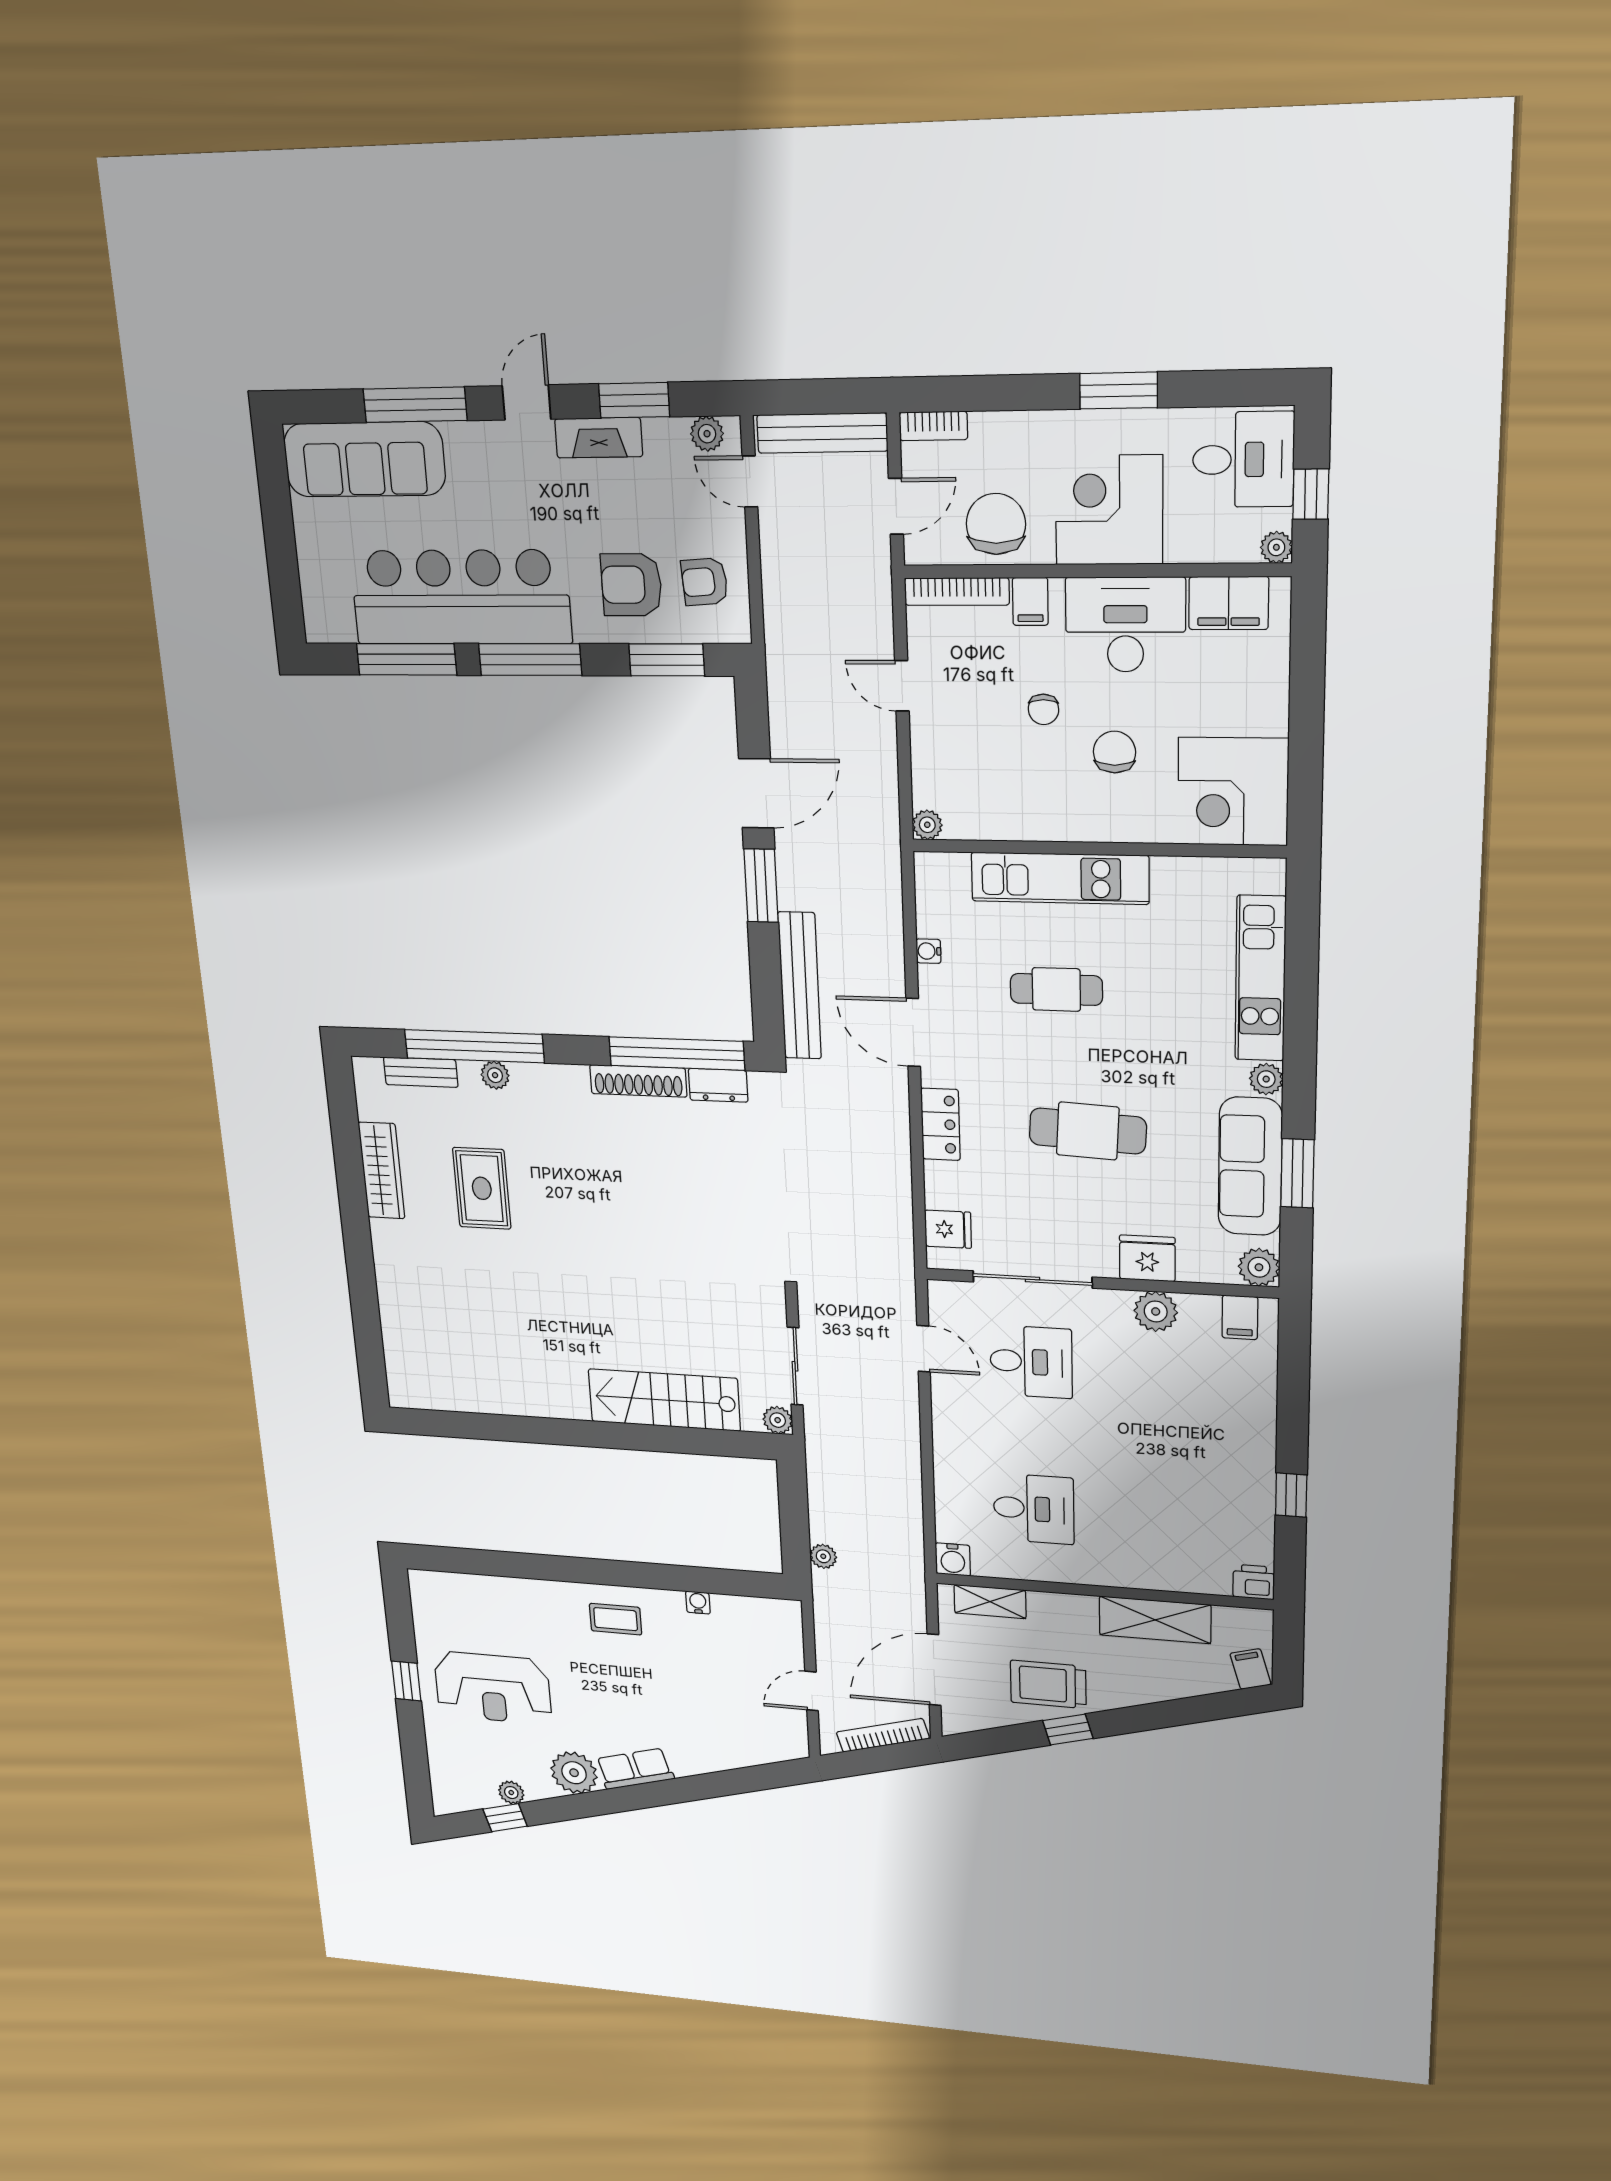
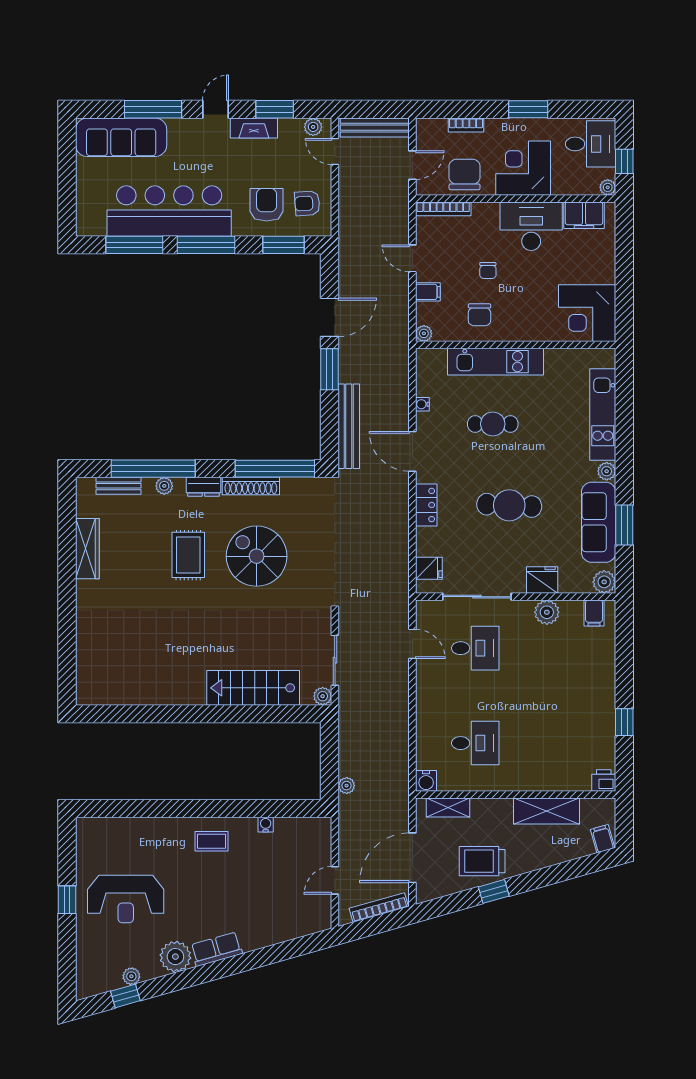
bookcase: (933, 426) -> (466, 125), moved
armchair: (631, 585) -> (267, 205), turned 90
filing cabinet: (1030, 601) -> (428, 292), moved, turned -90
chair: (1114, 752) -> (479, 315), moved, turned 180
dresser: (718, 1085) -> (203, 487), moved
rug: (482, 1188) -> (188, 555), moved
spiral stairs: (656, 1195) -> (257, 556), added

